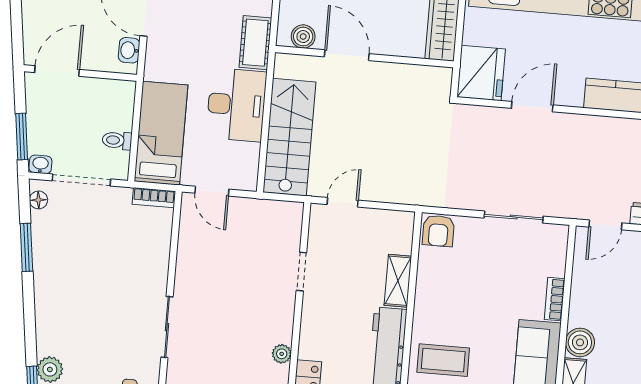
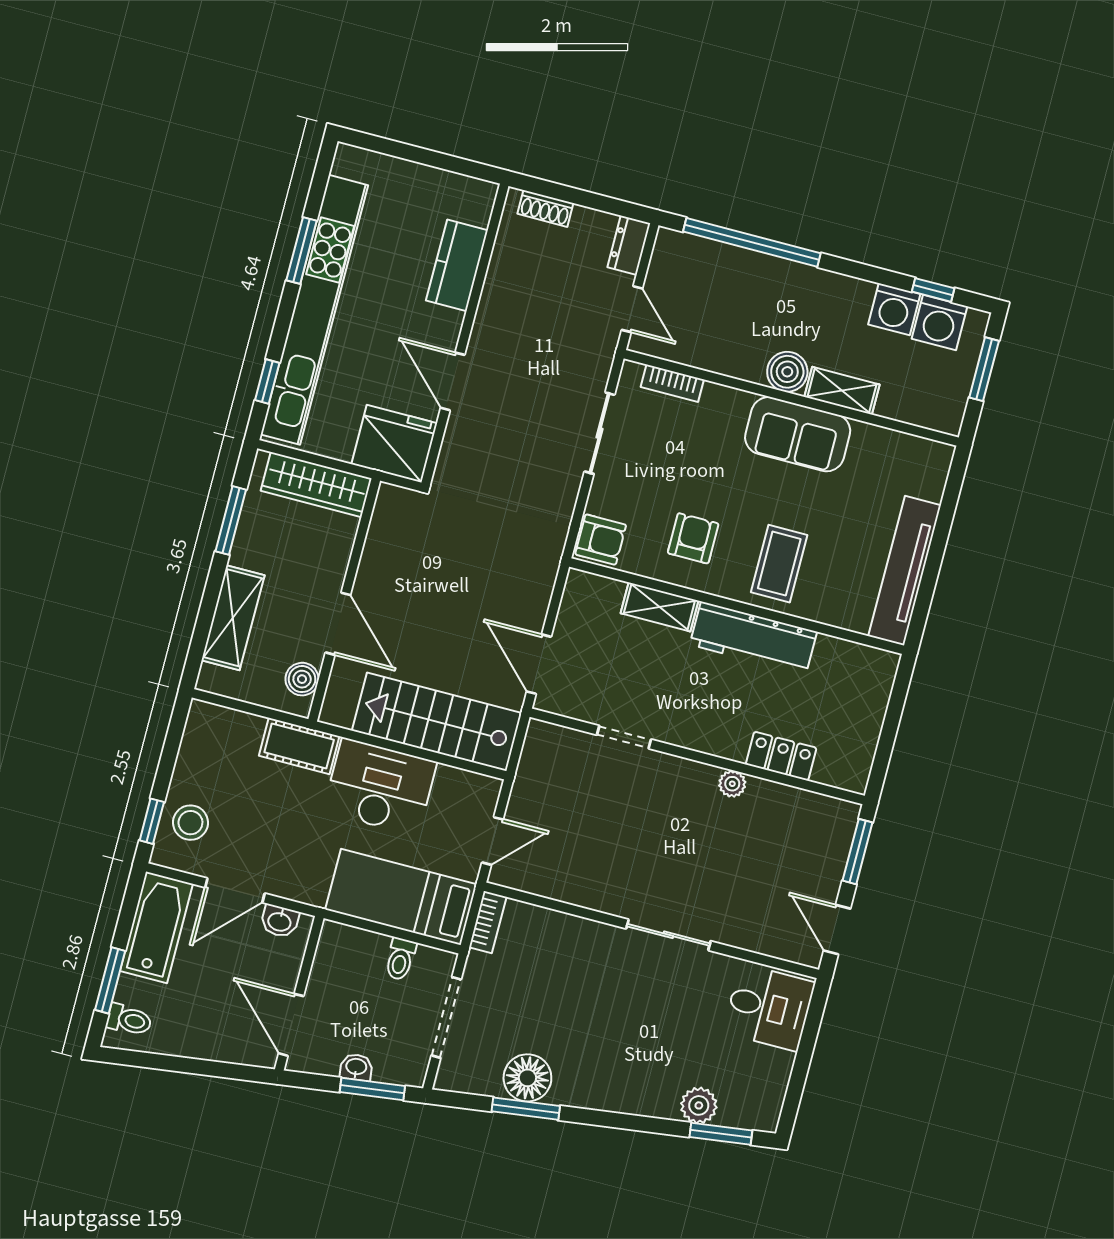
door: (347, 55) -> (338, 624), swing flipped
washbasin: (40, 164) -> (356, 1067), moved, turned 83
floor lamp: (38, 200) -> (527, 1078), moved, width x1.89, depth x1.89
door: (343, 202) -> (539, 664), width x1.38
armchair: (451, 296) -> (693, 538), added
bookcase: (555, 299) -> (672, 383), moved

